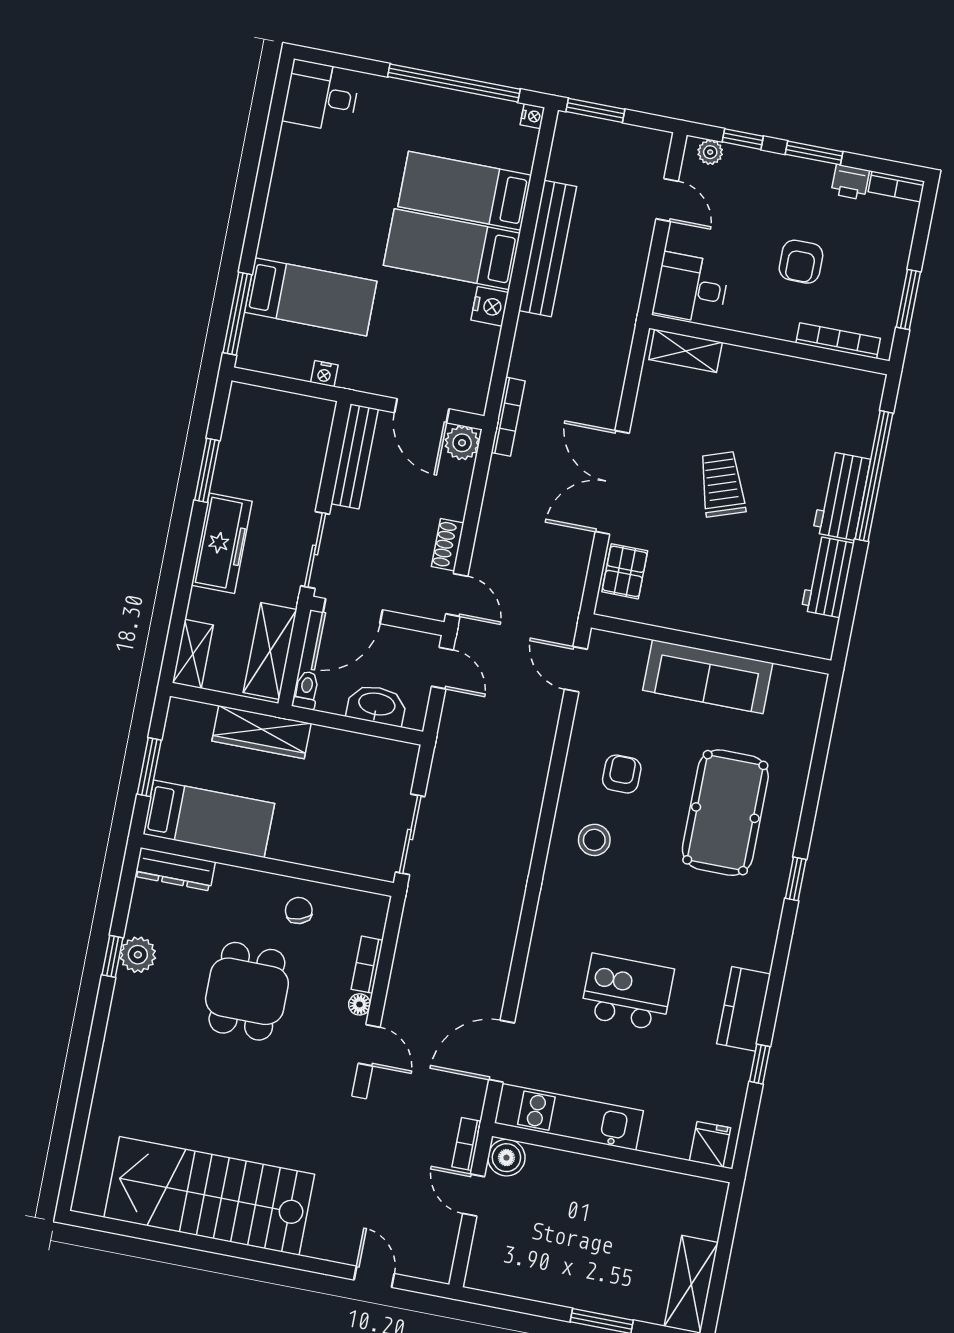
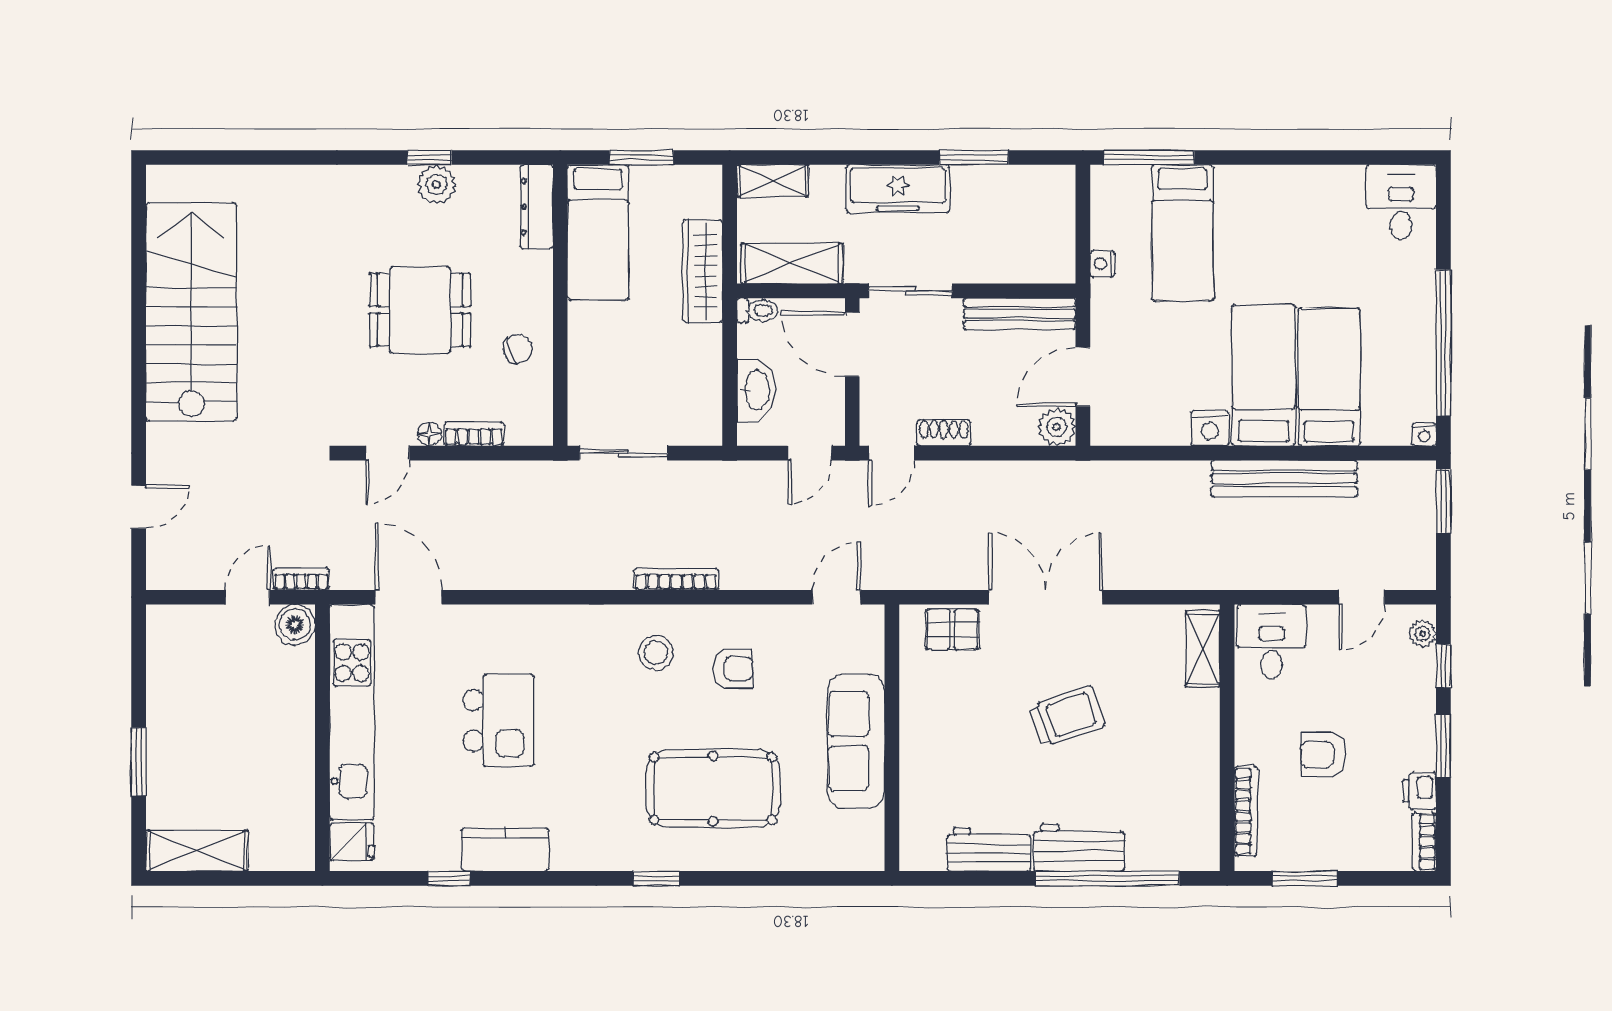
bookcase: (508, 417) -> (676, 579), moved, turned 180
kitchen unit: (569, 1117) -> (352, 712), width x1.36

